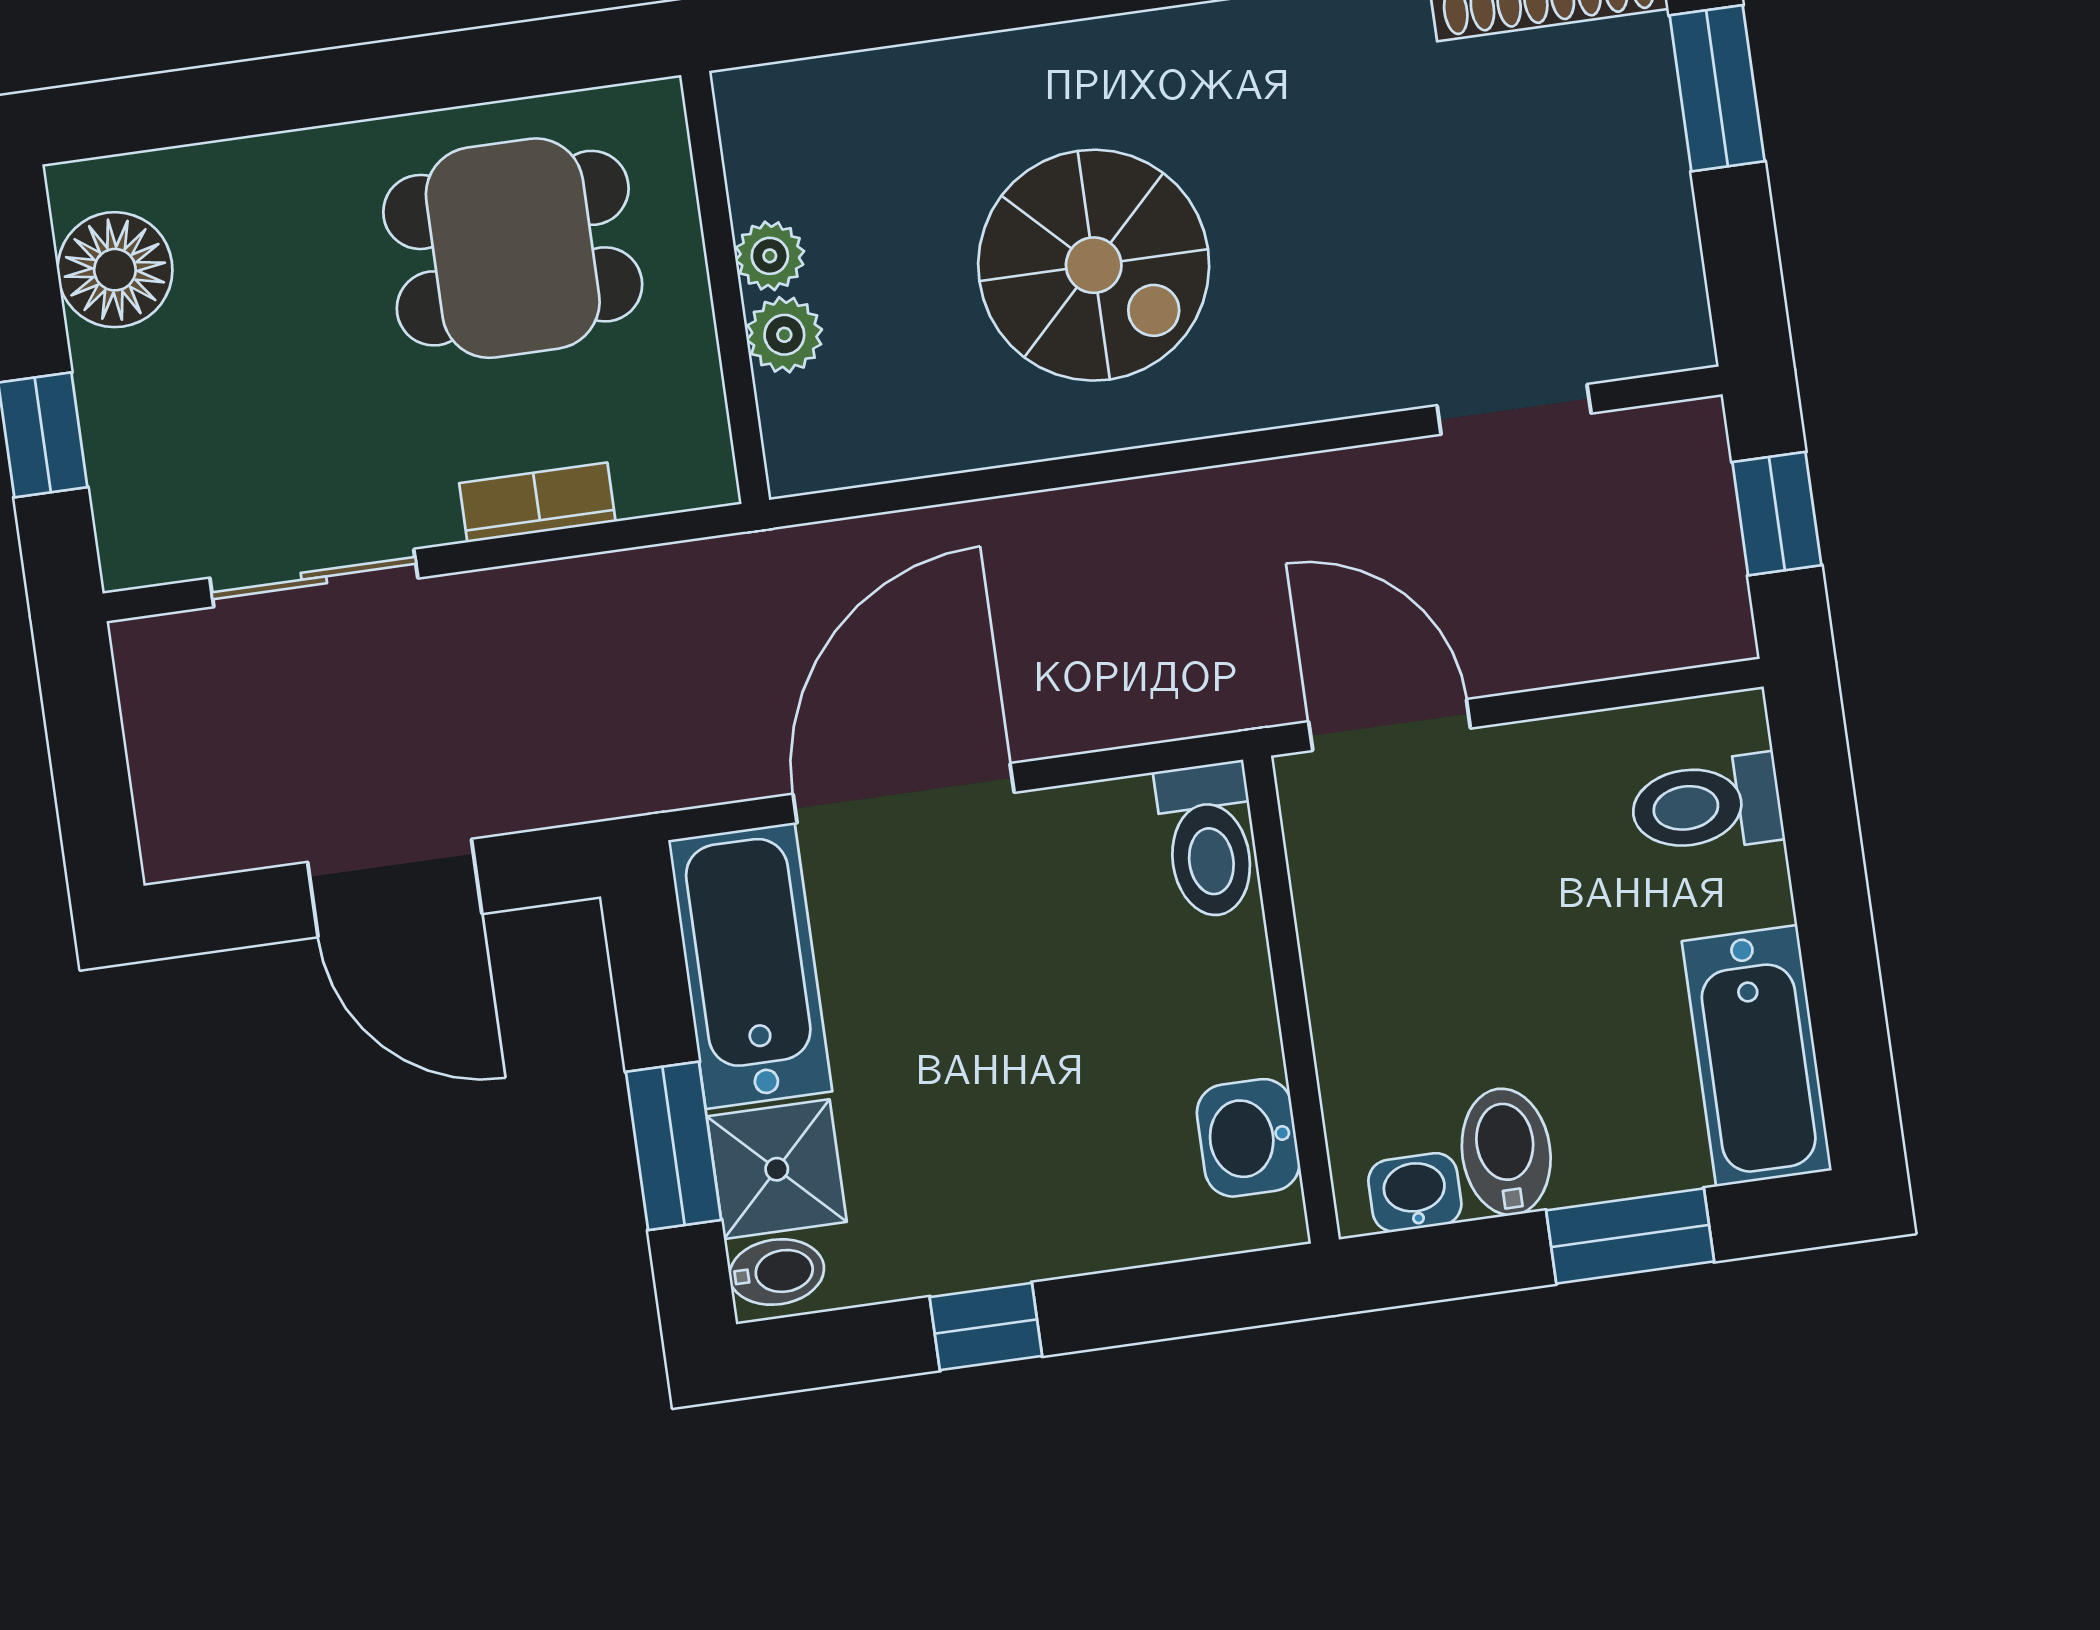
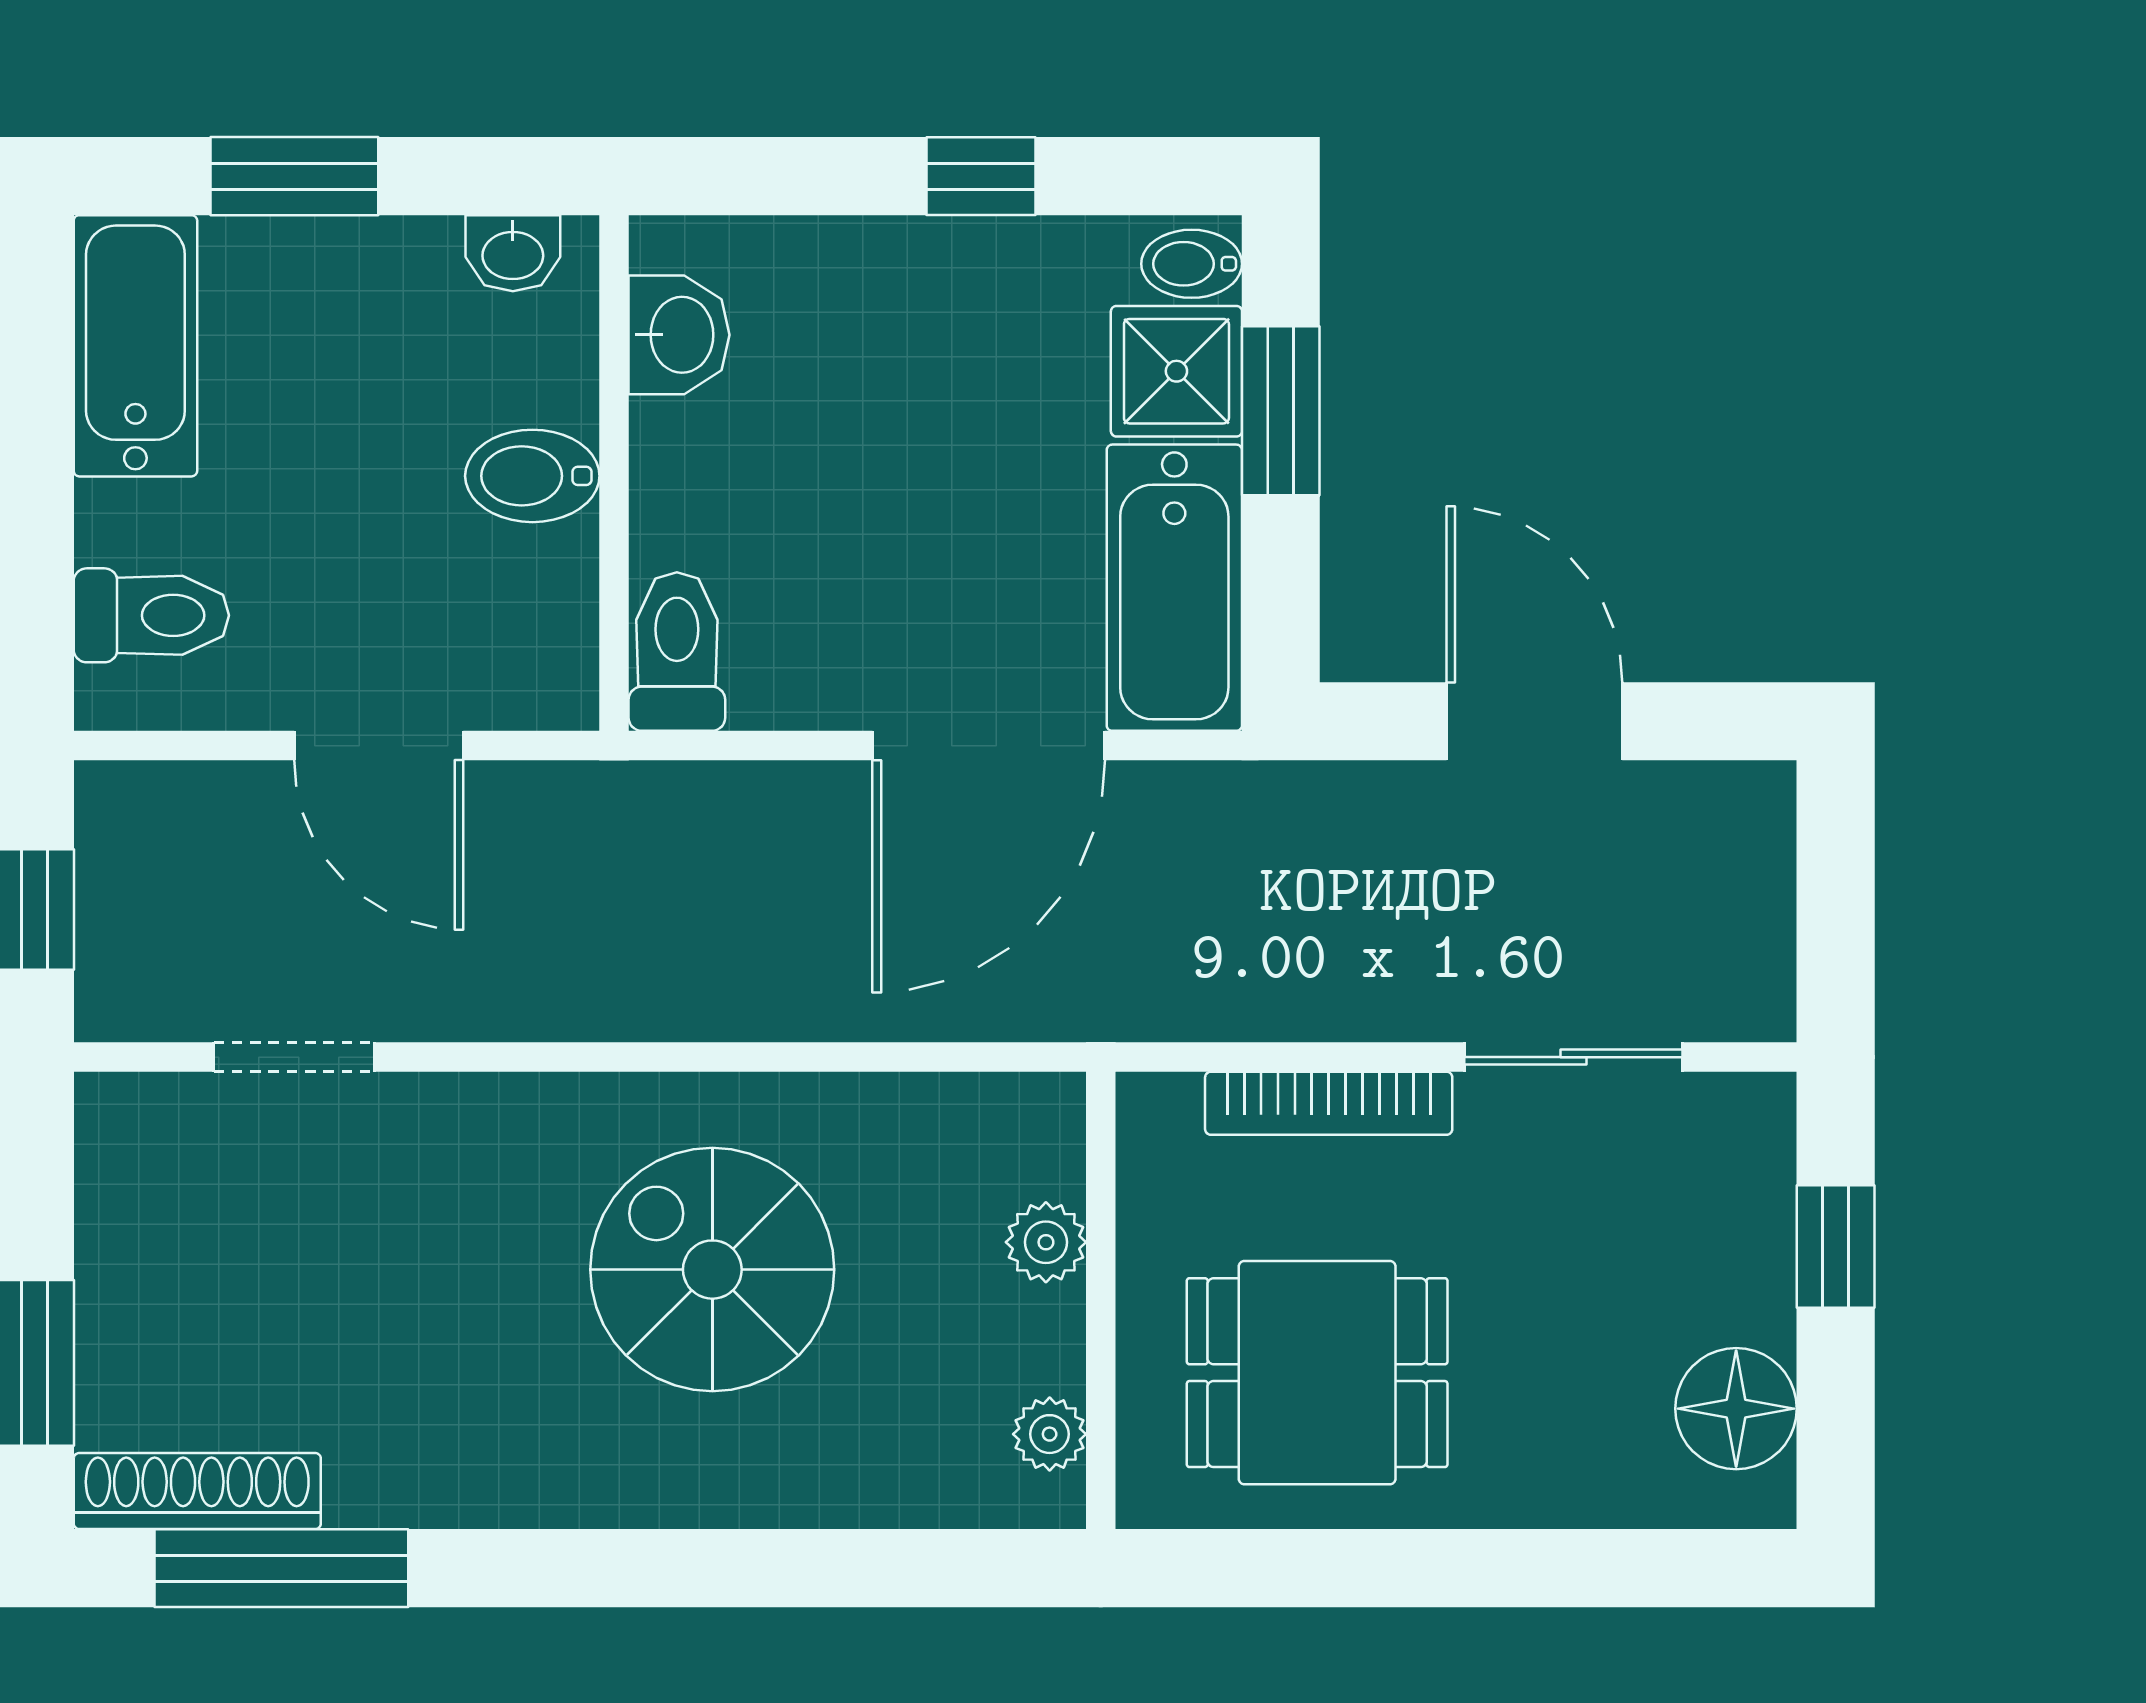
plant: (770, 256) -> (1050, 1434), moved
bookcase: (537, 502) -> (1329, 1103), width x1.56
door: (1390, 725) -> (379, 746), moved
bidet: (1506, 1152) -> (532, 476), moved, turned 90

